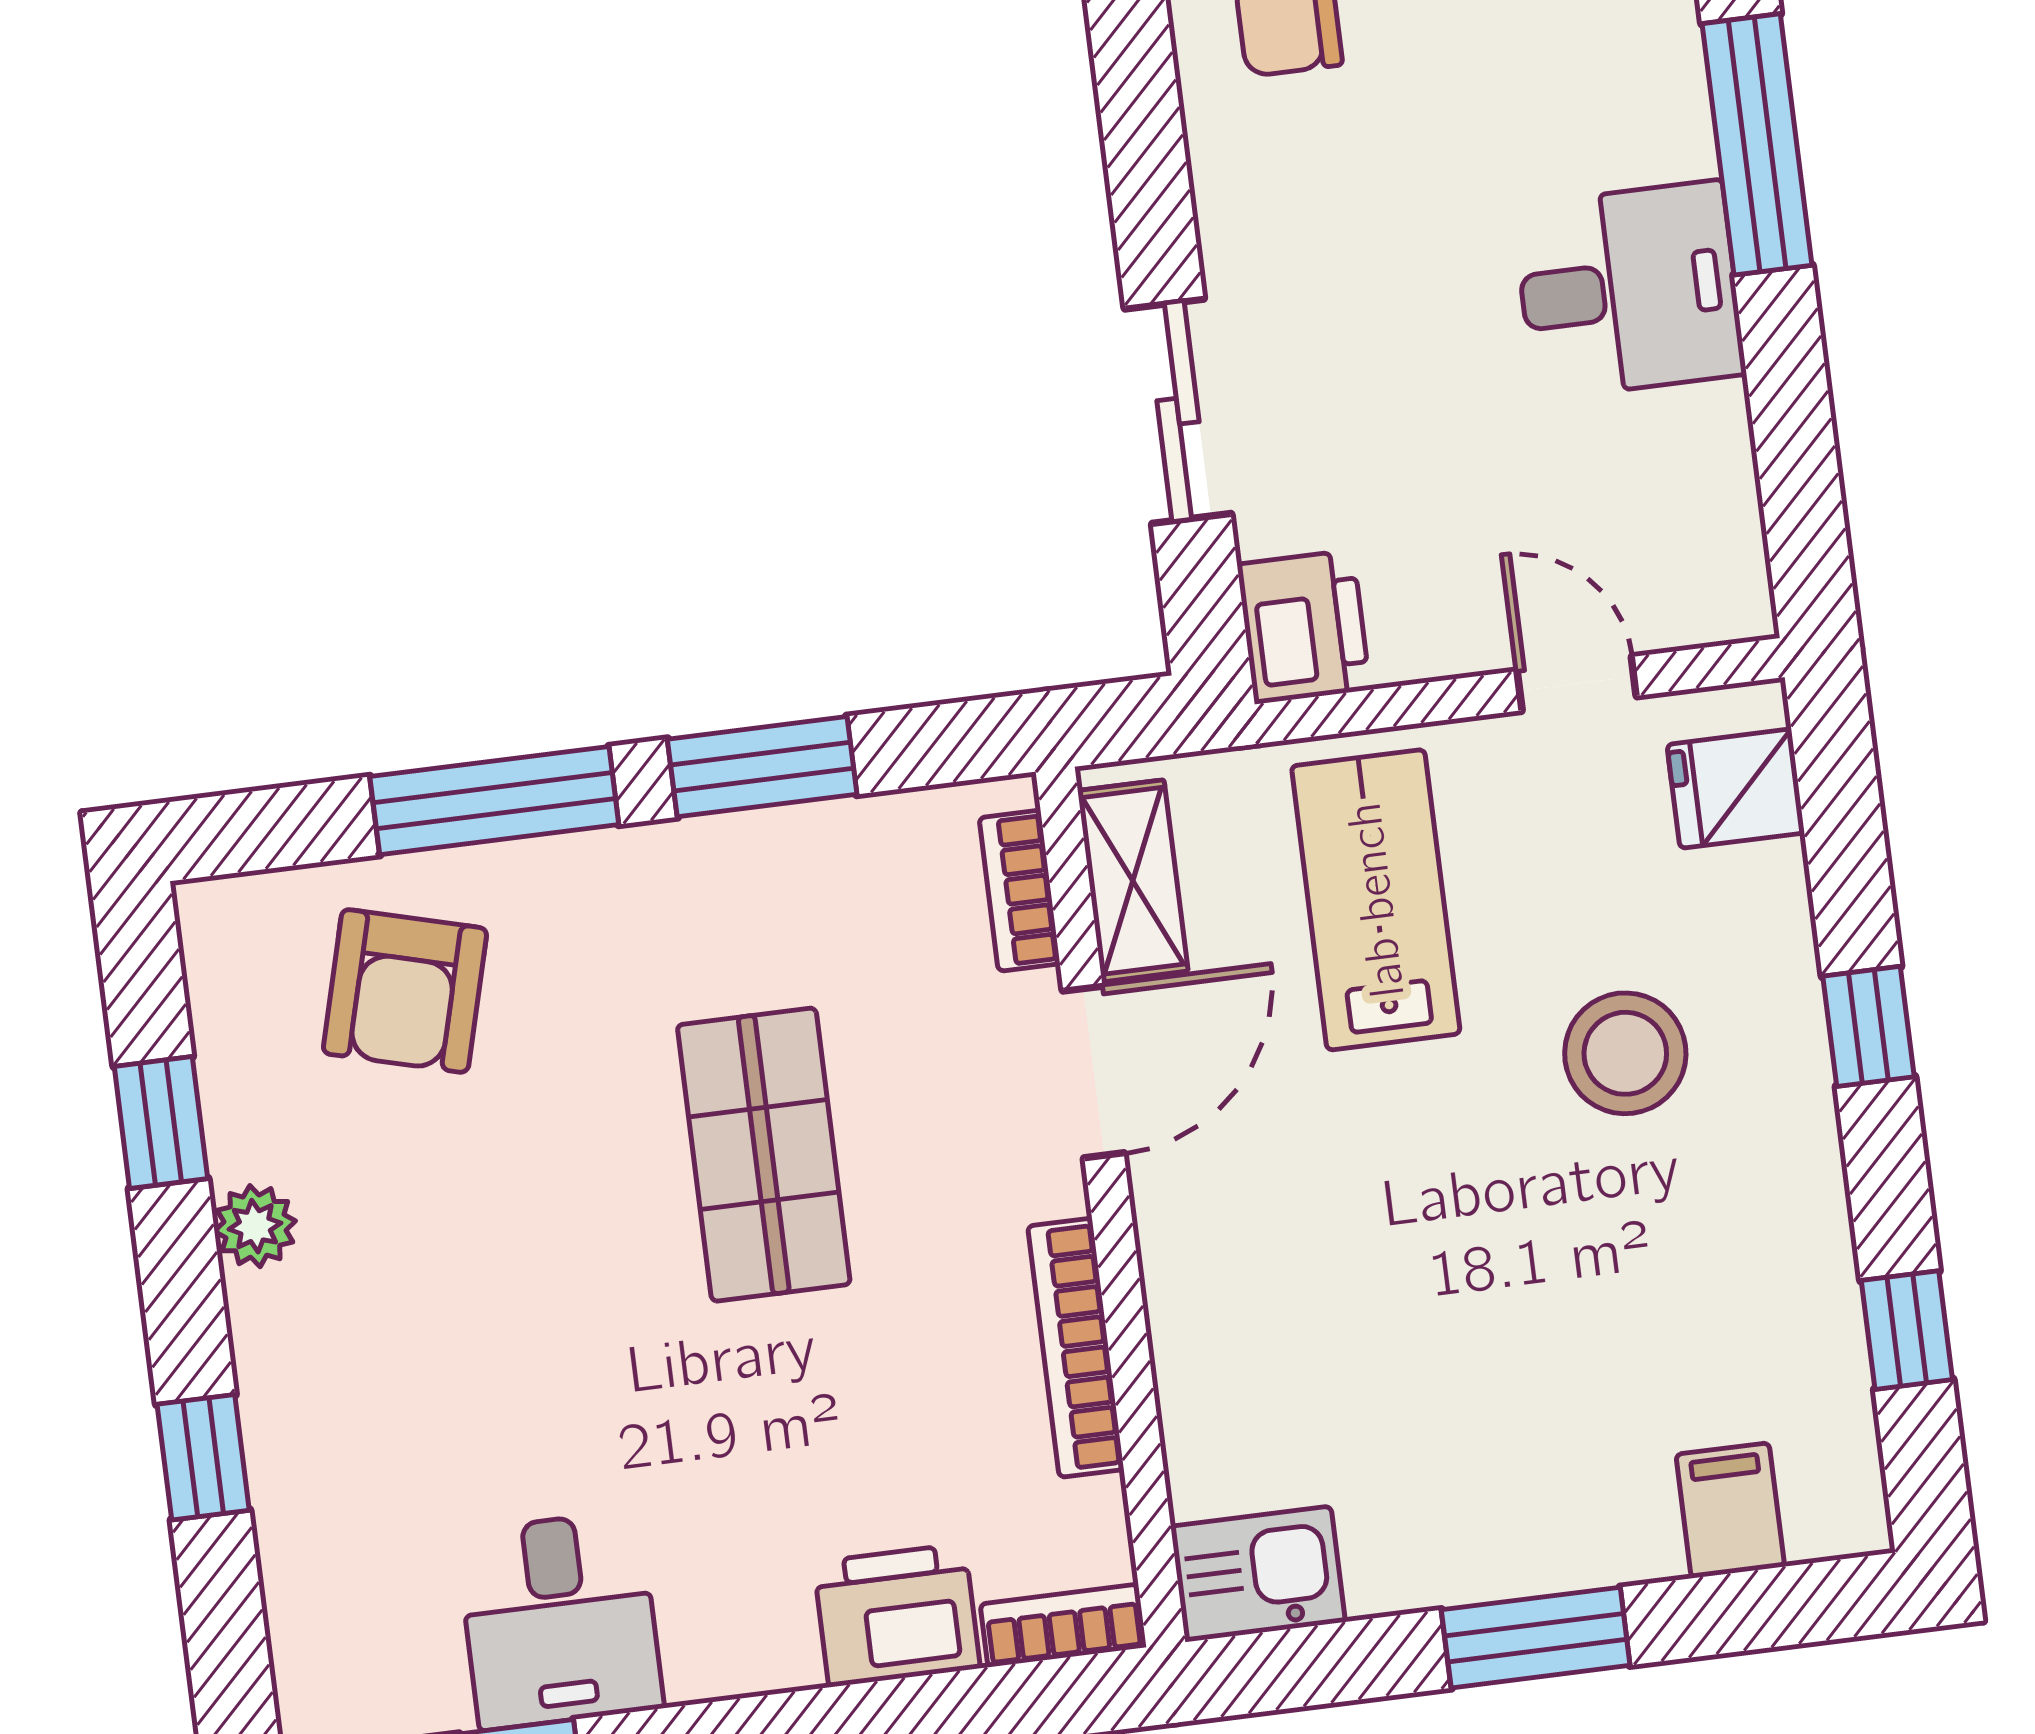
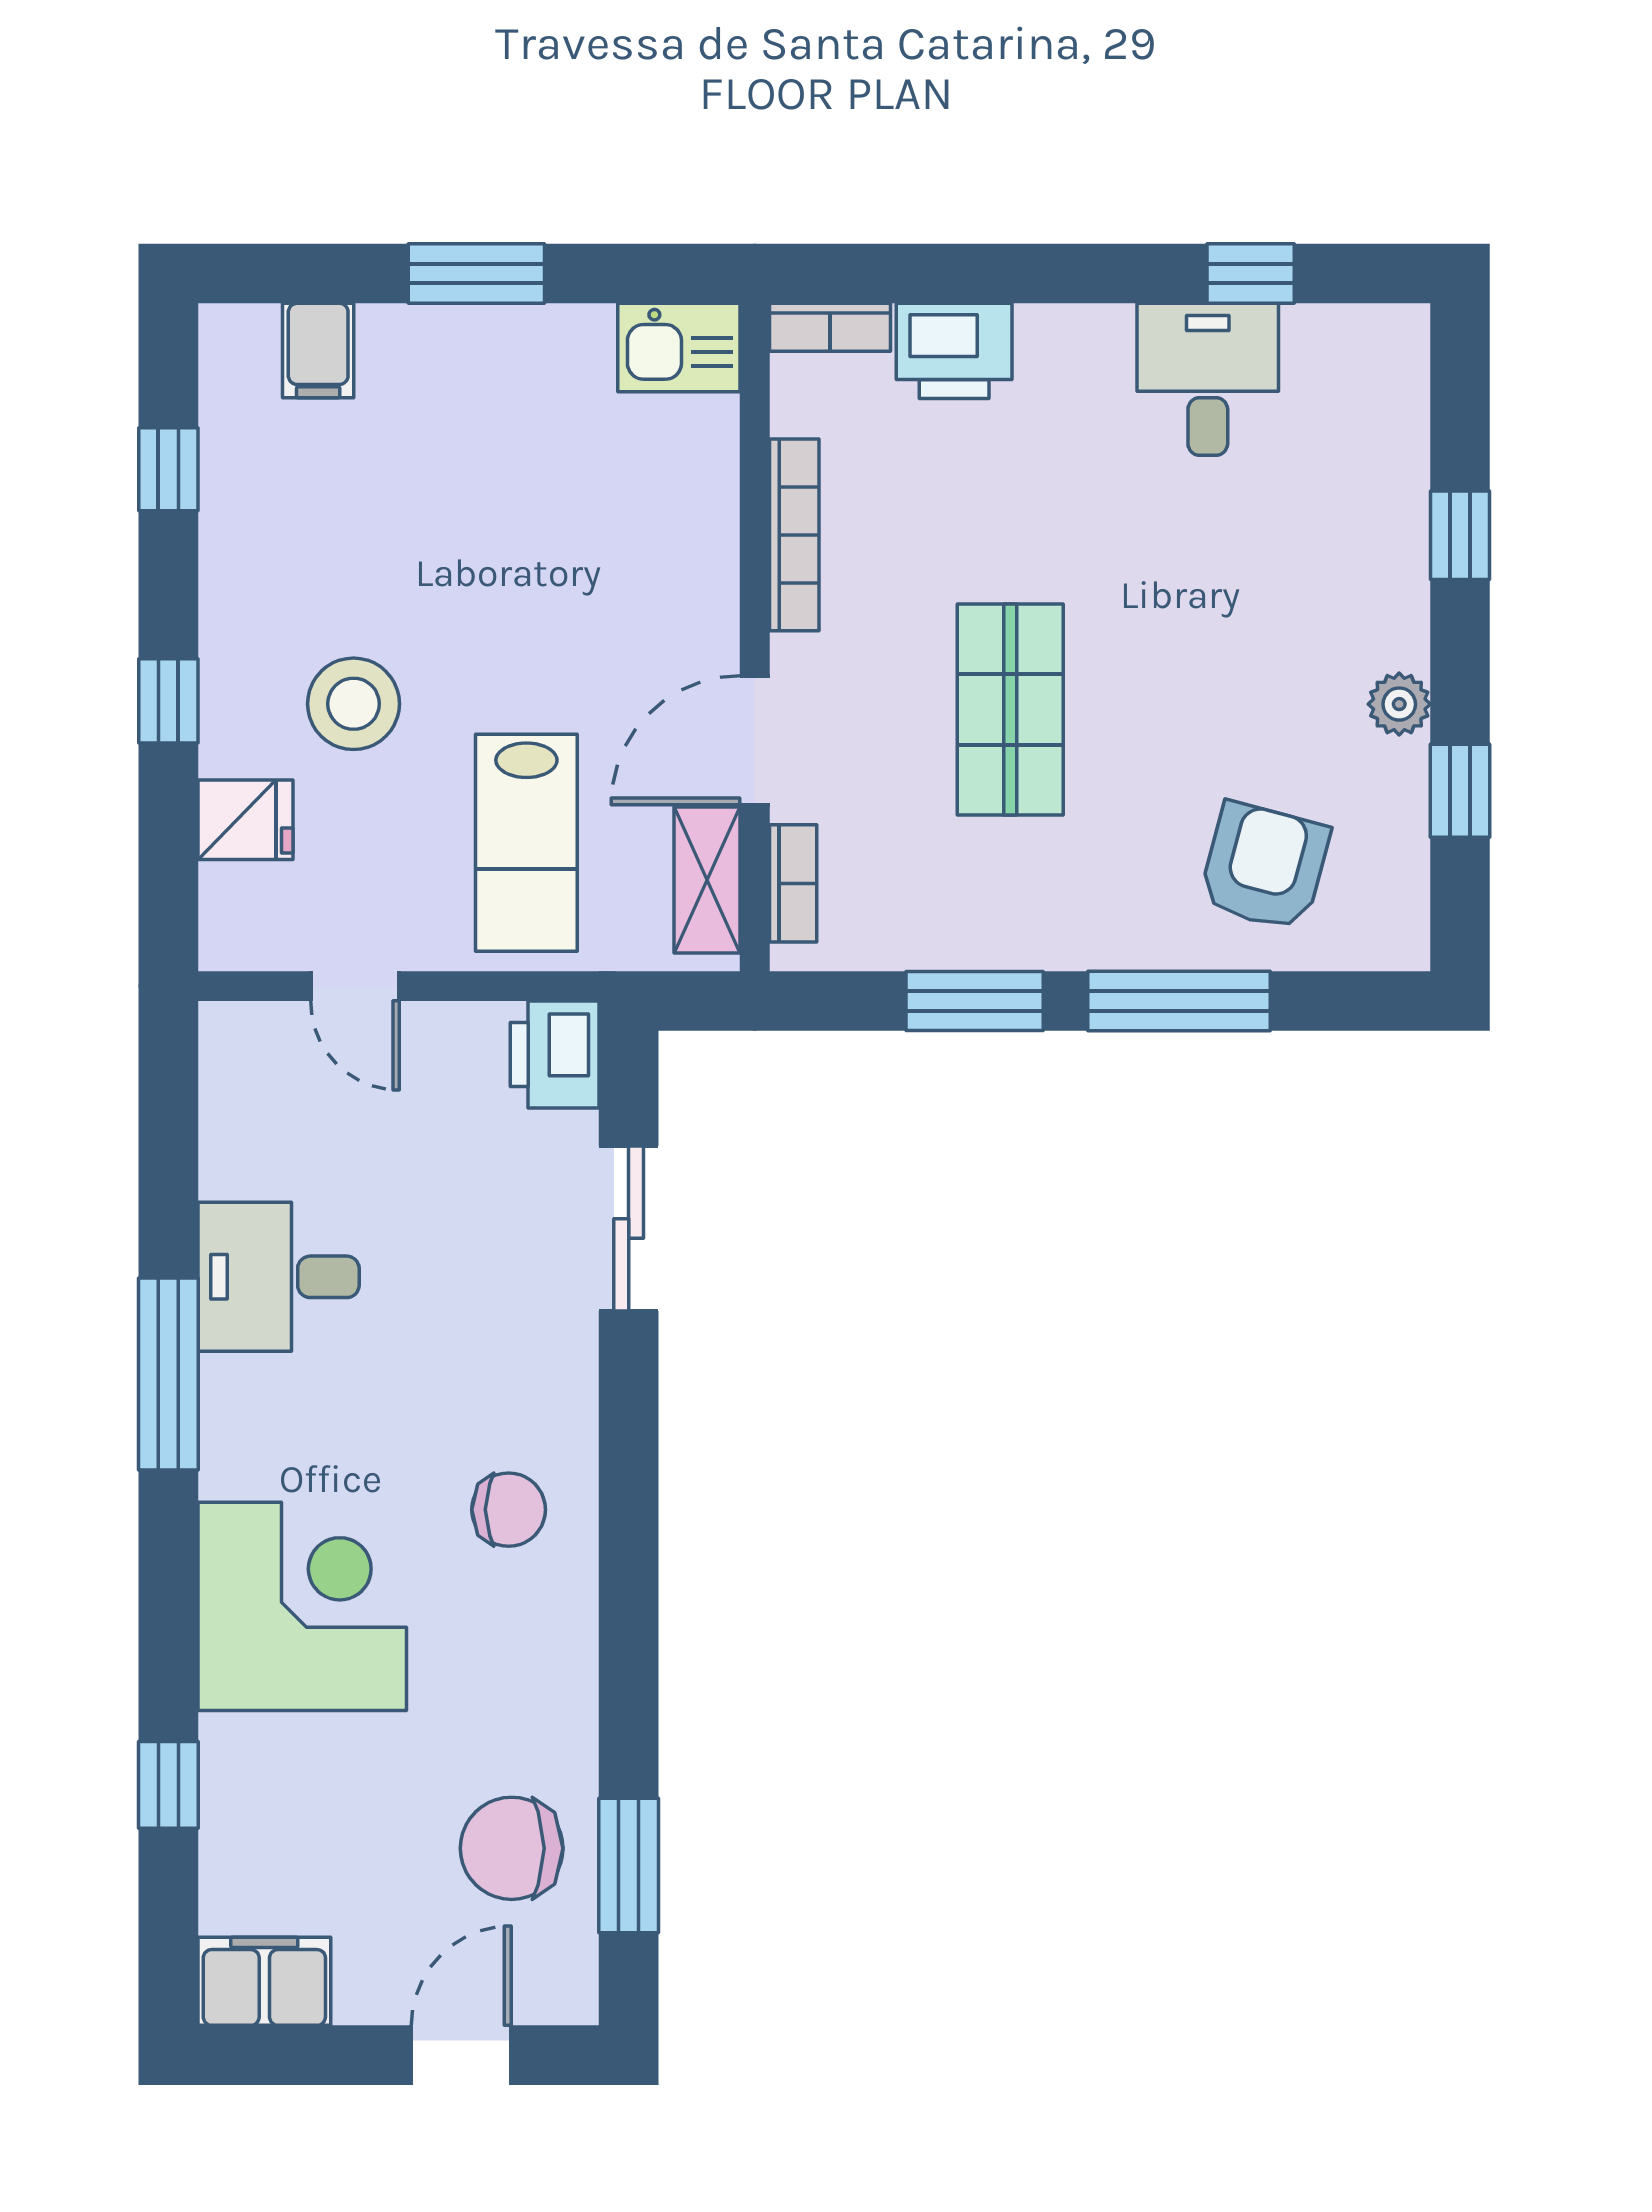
fridge: (1736, 789) -> (246, 820), moved

